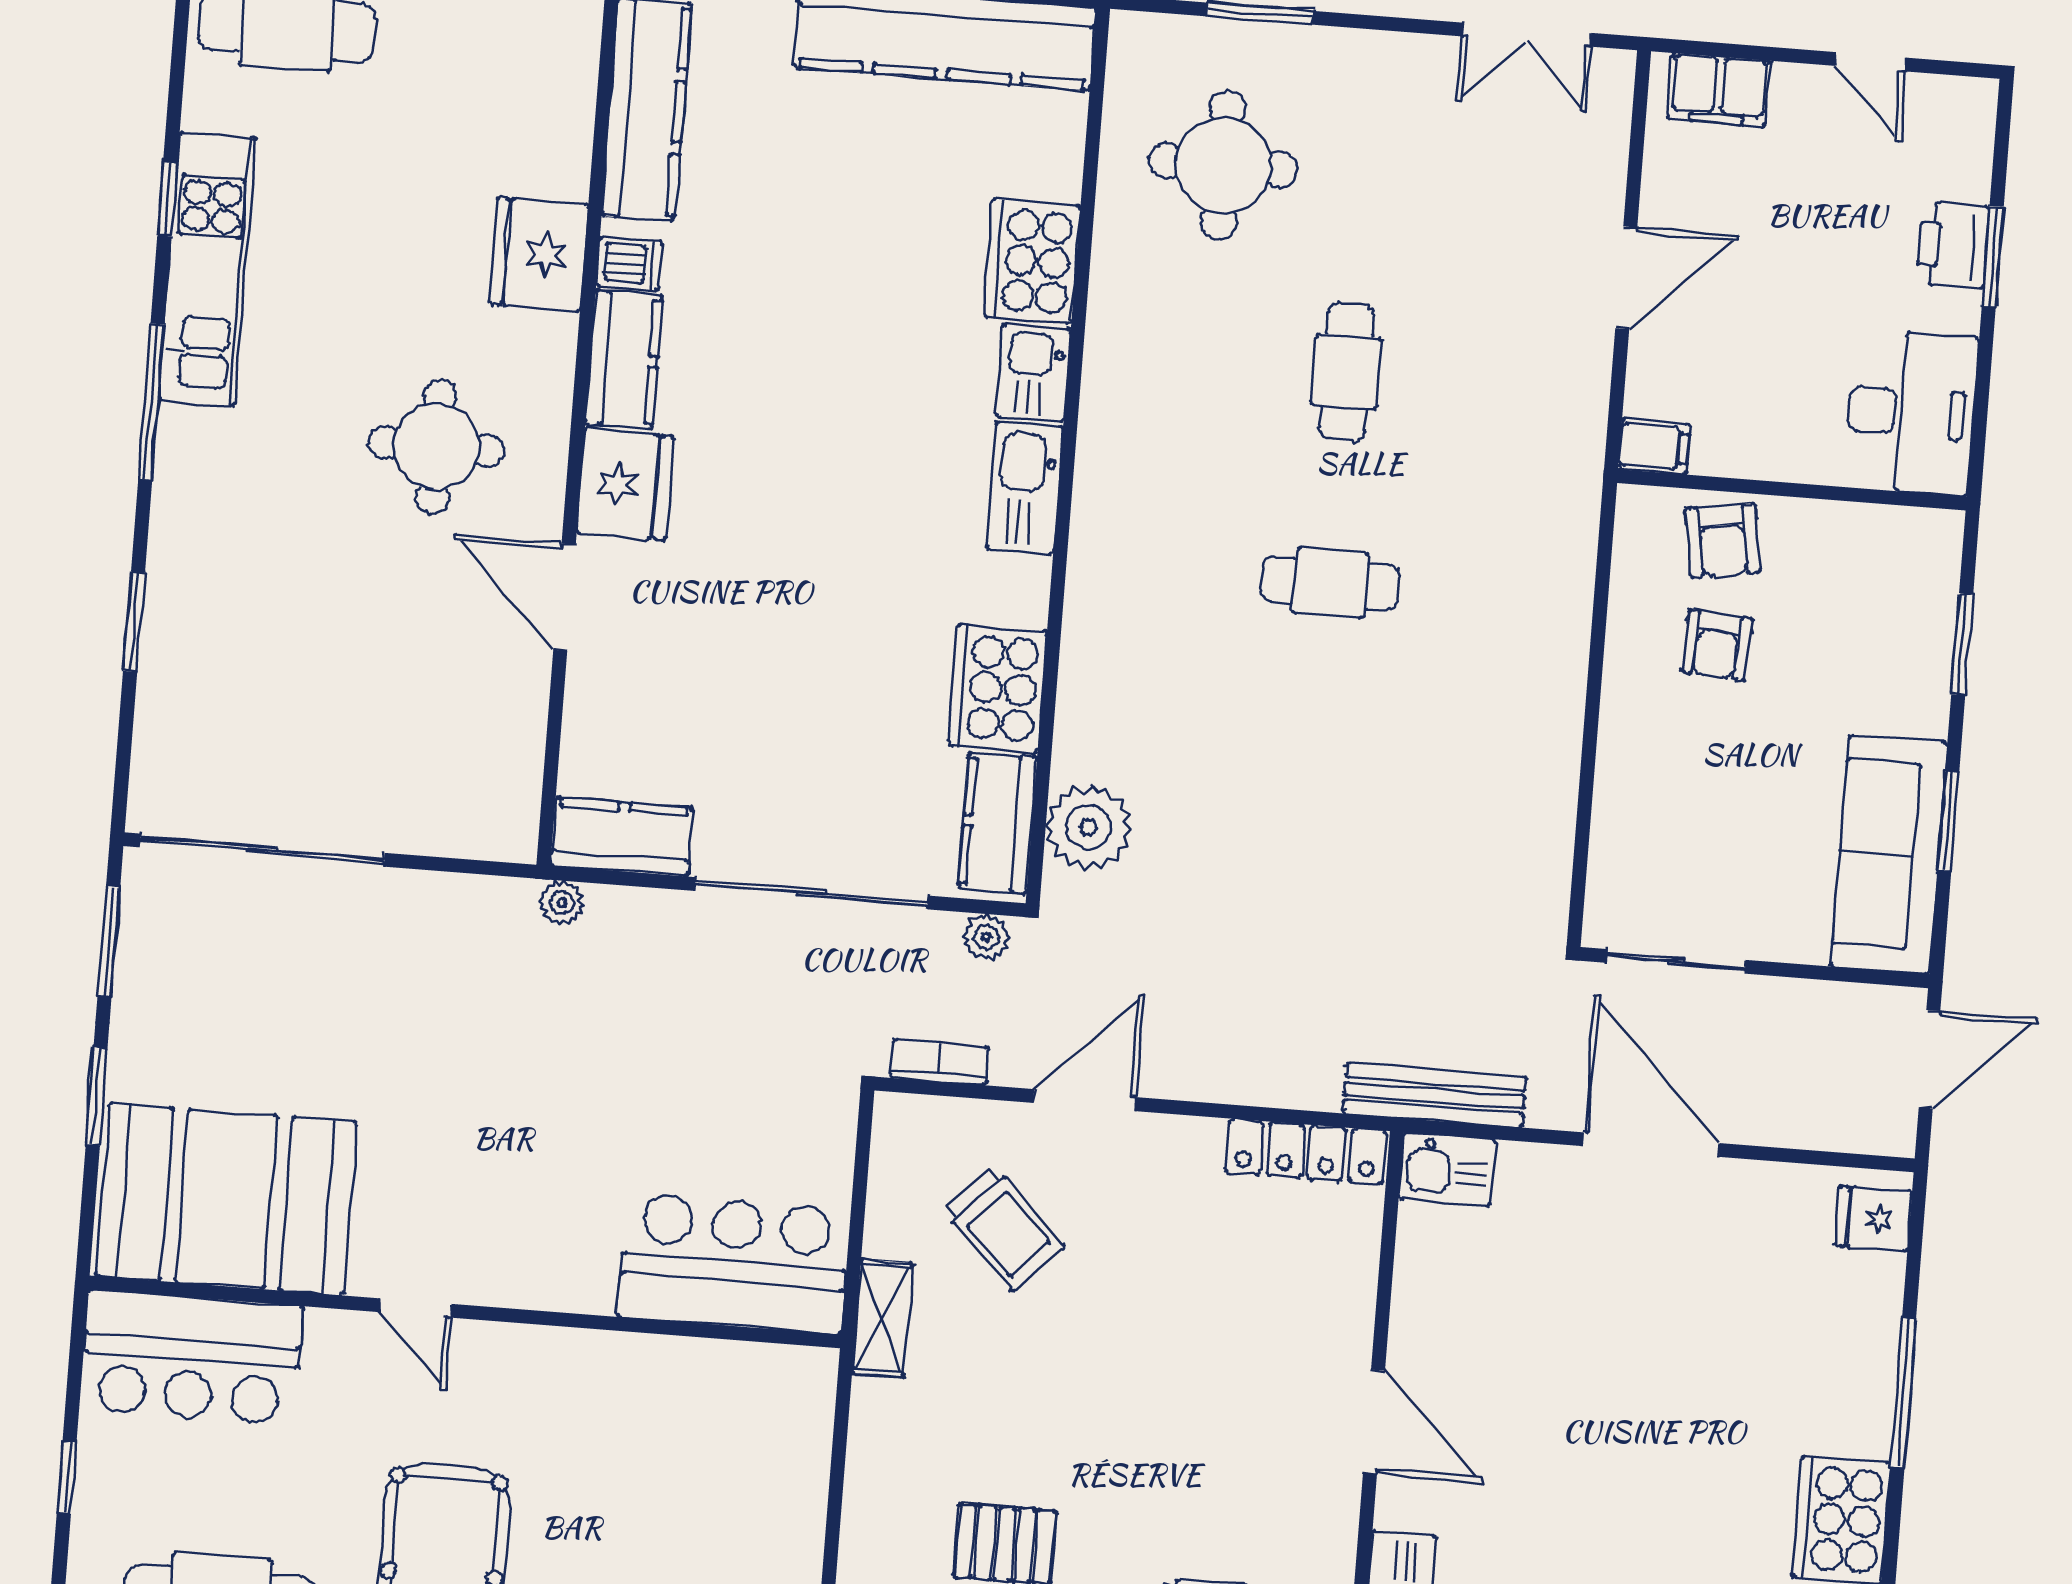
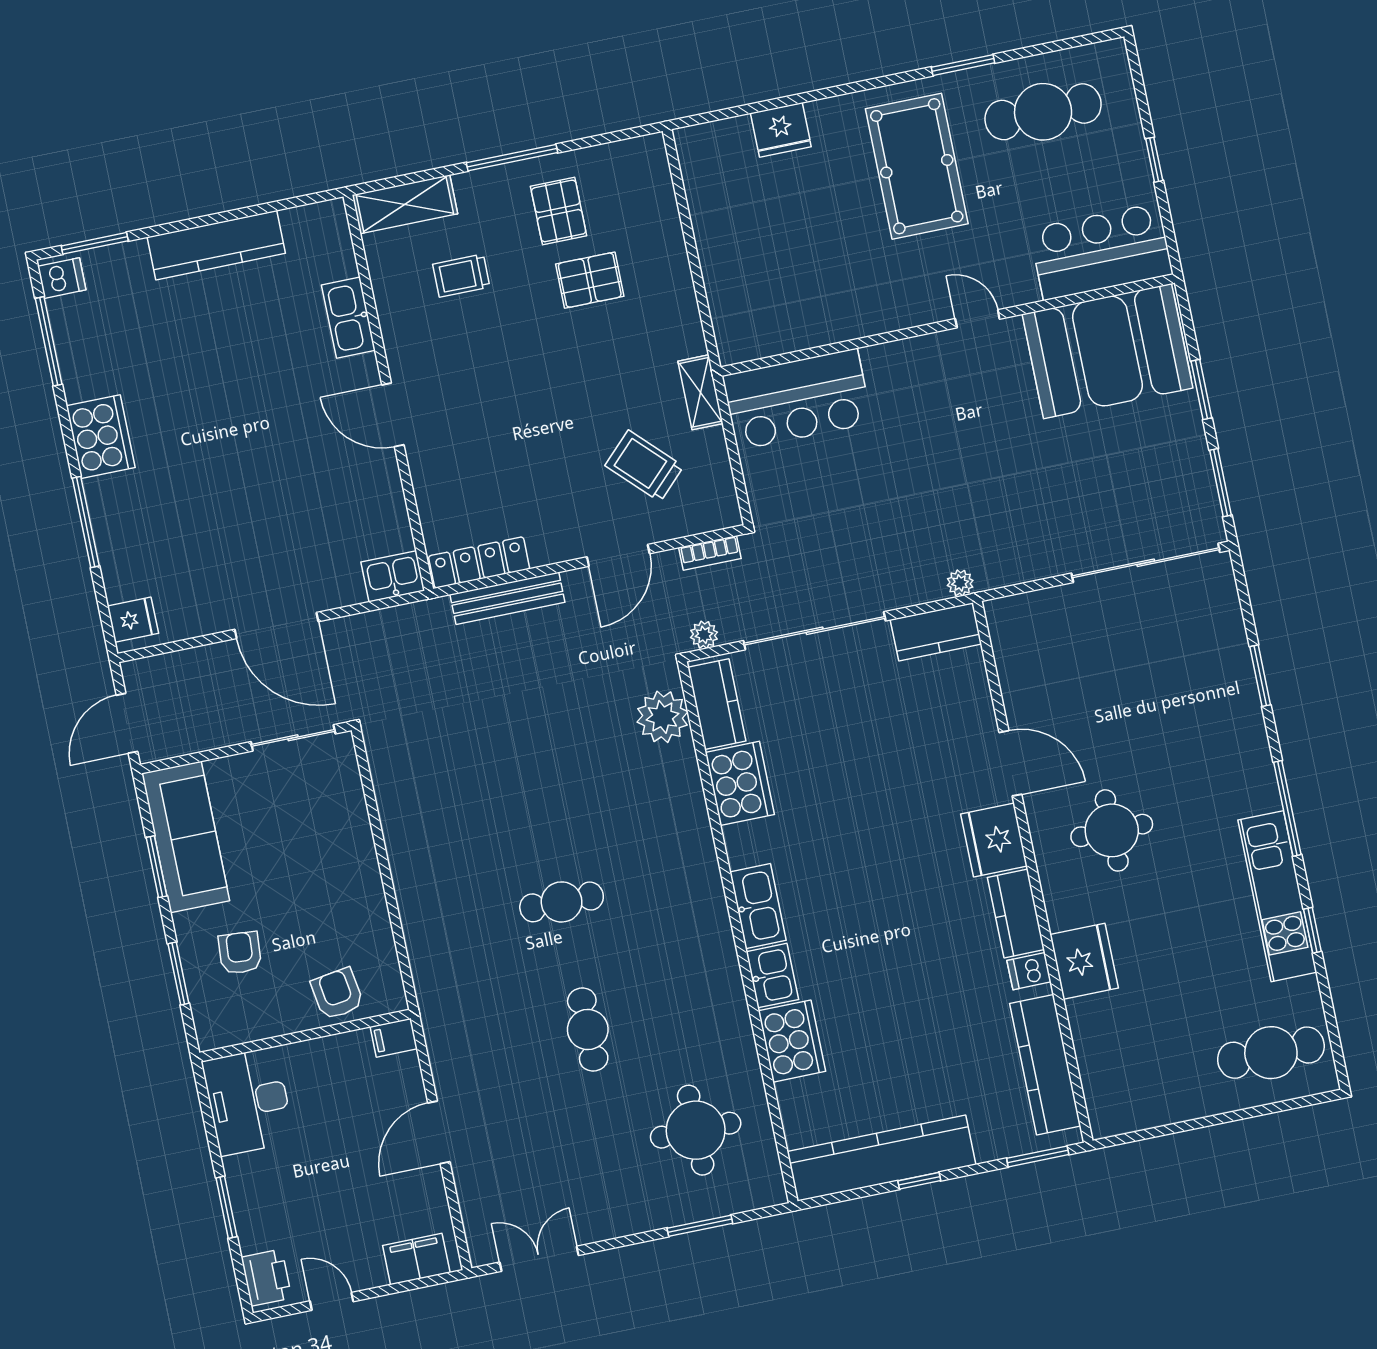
printer: (1953, 245) -> (266, 1278), moved
armchair: (1717, 645) -> (240, 953), moved
bench: (1434, 1095) -> (507, 598), moved

